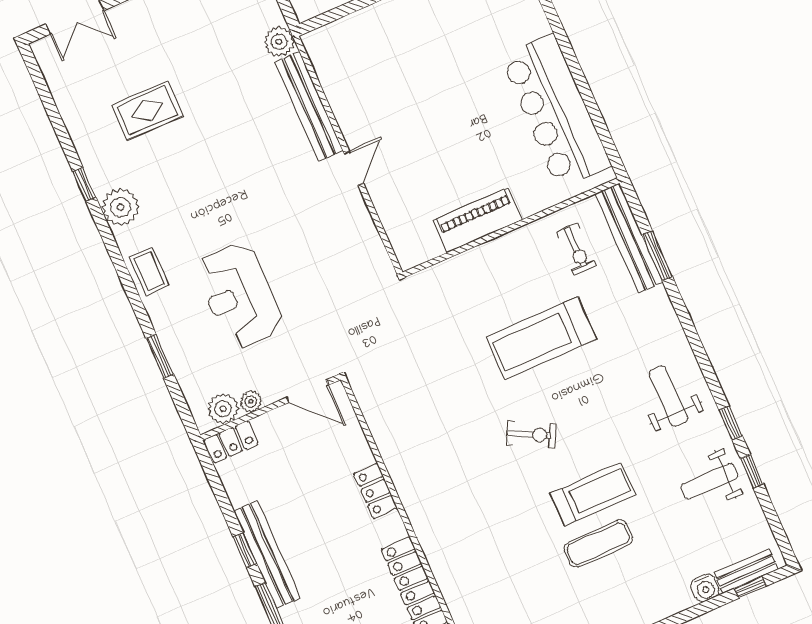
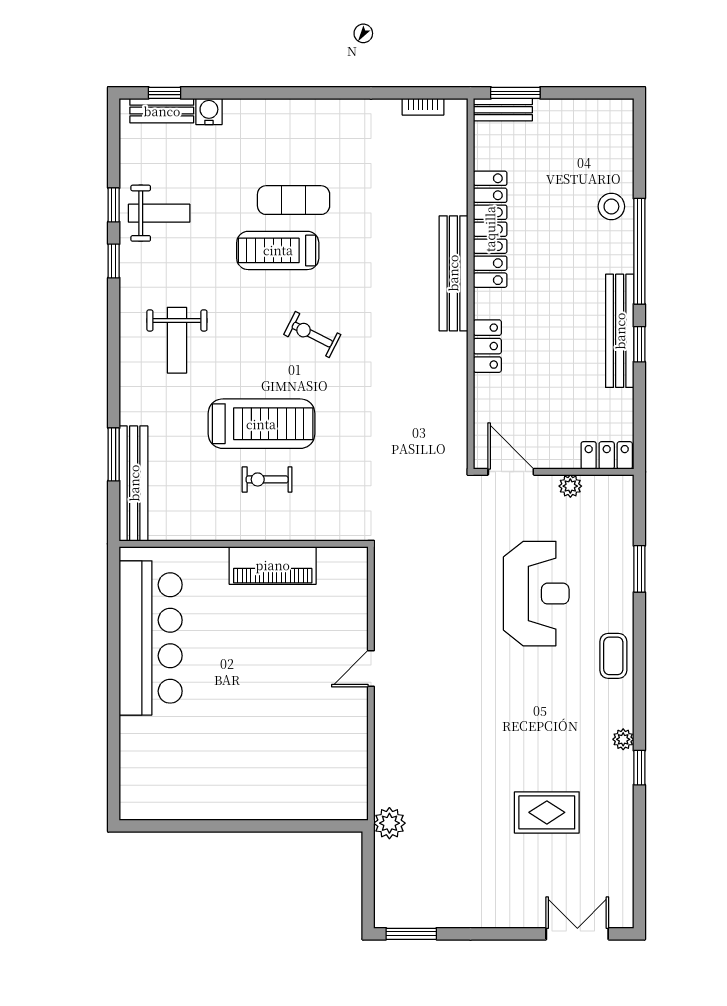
bench: (309, 106) -> (453, 273), moved
plant: (120, 207) -> (623, 739), width x0.53, depth x0.53
exercise bike: (576, 249) -> (267, 479), moved, turned -90
weight bench: (668, 396) -> (177, 340), moved
plant: (223, 409) -> (600, 491), removed

